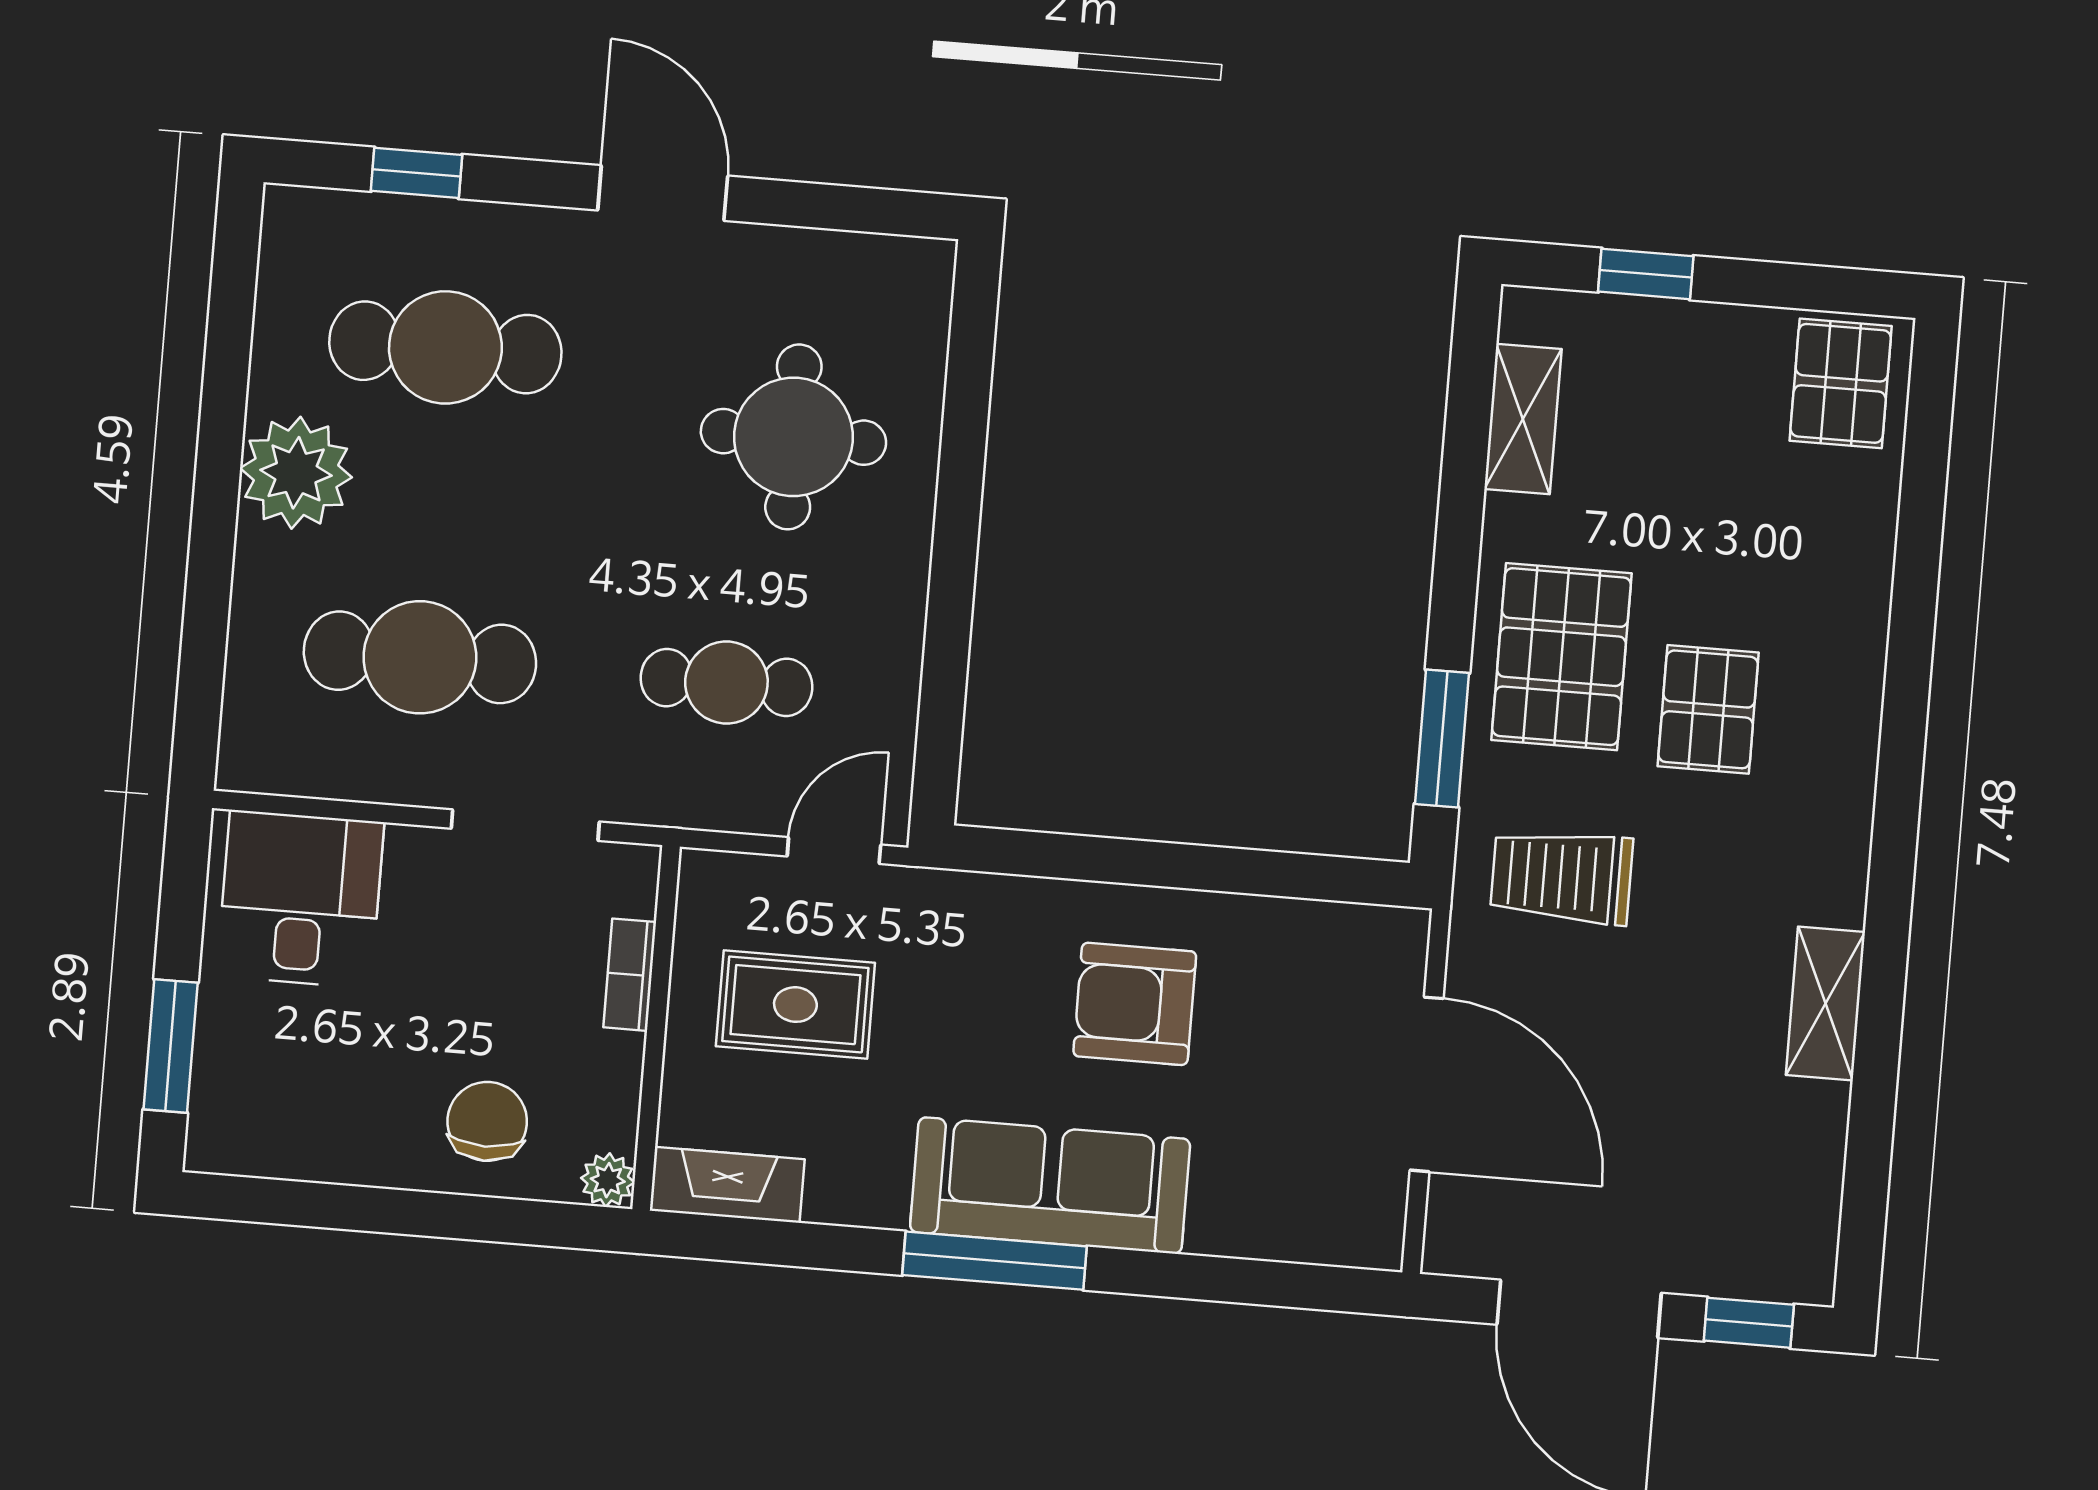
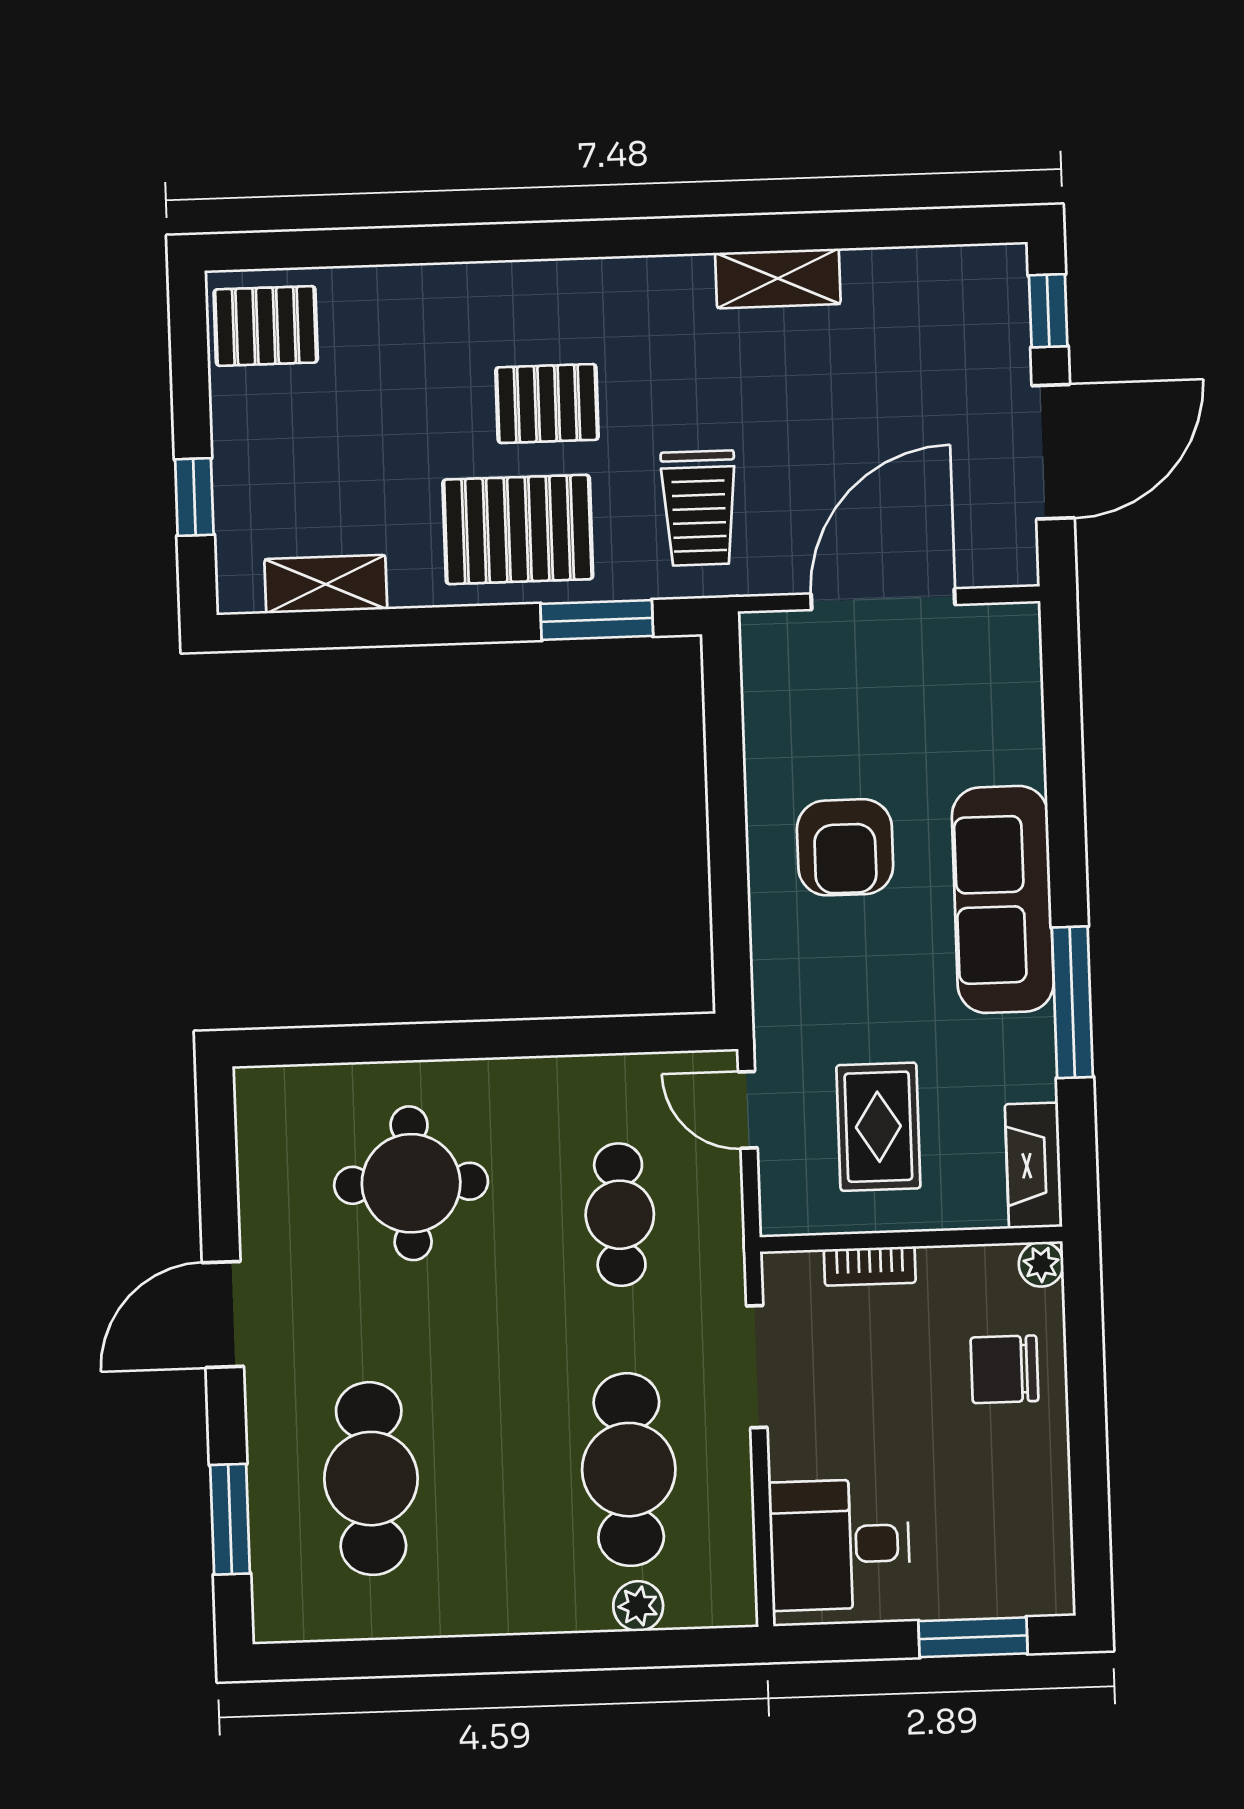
window: (416, 173) -> (230, 1519), width x1.50
plant: (296, 473) -> (638, 1606), moved, width x0.53, depth x0.53
window: (994, 1261) -> (1072, 1002), moved

